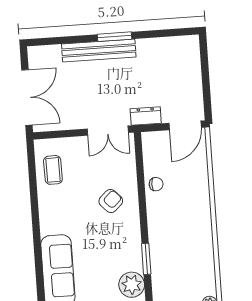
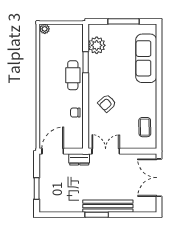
window: (205, 69) -> (37, 188), added
cafe table: (164, 238) -> (73, 75), added

